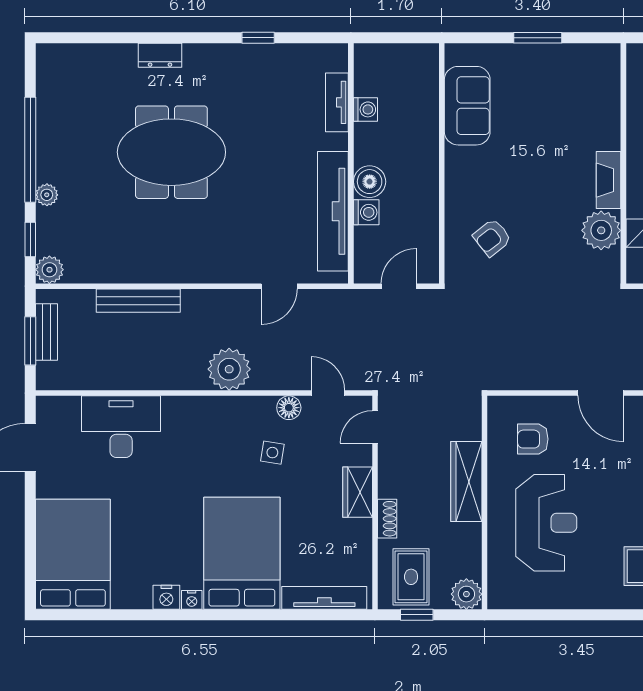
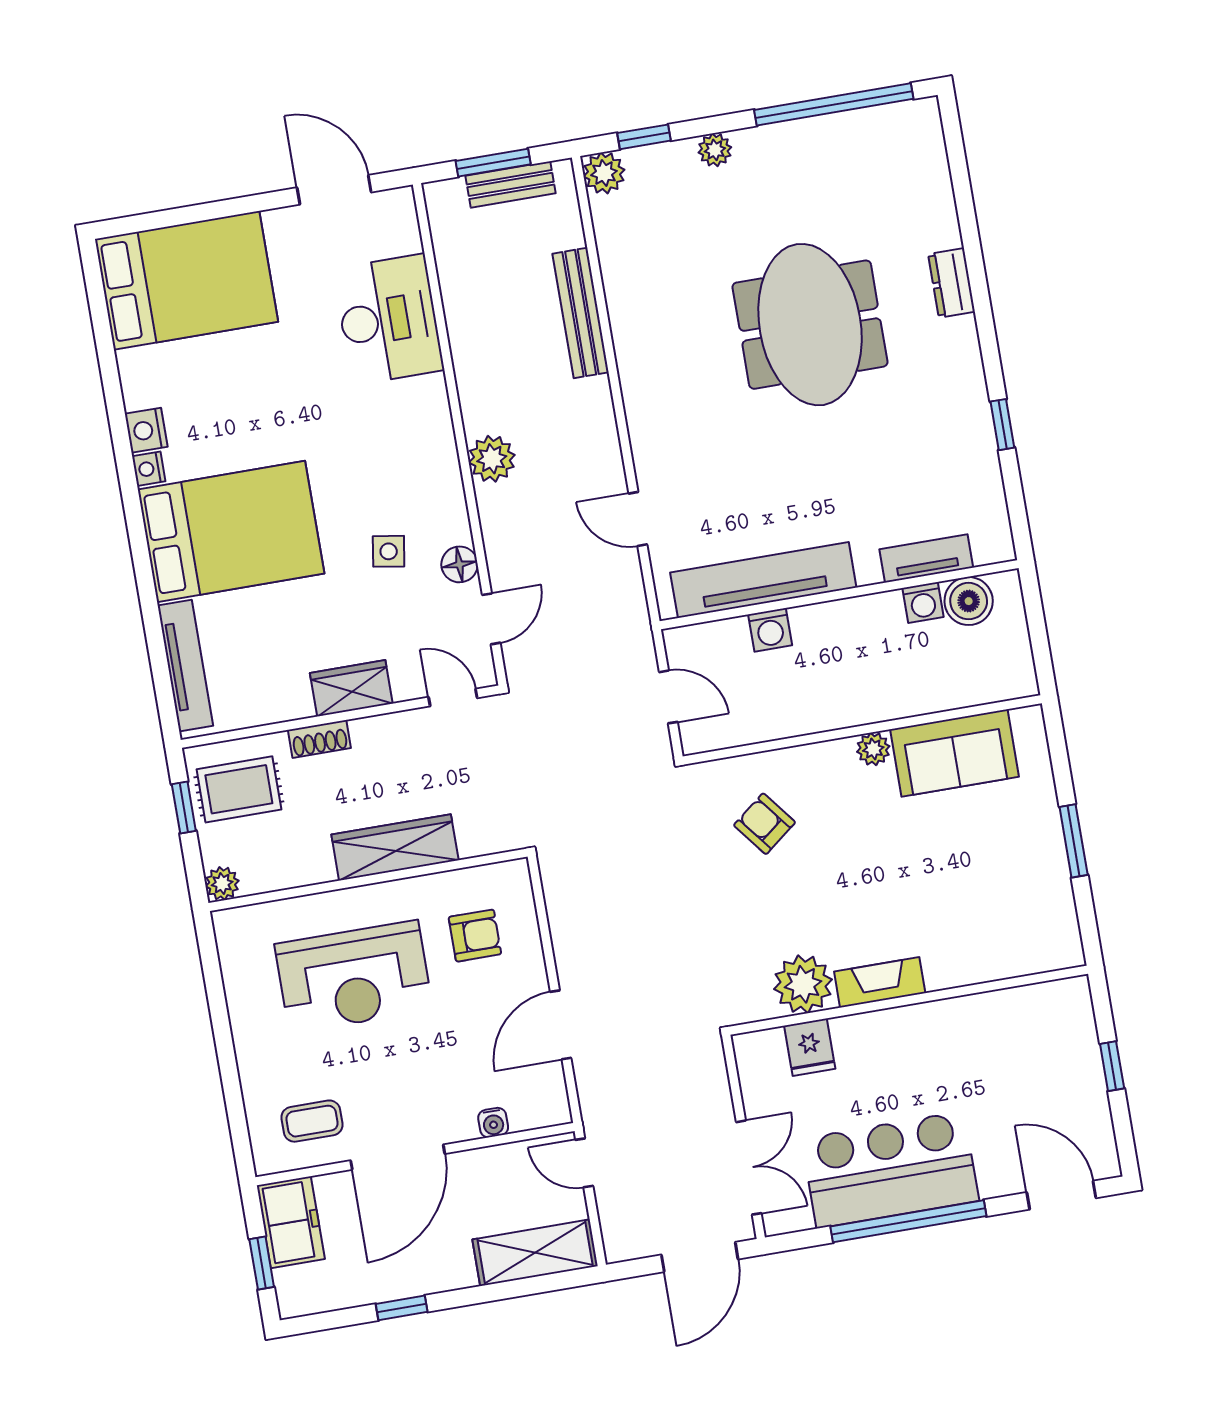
window: (30, 150) -> (834, 104), moved
plant: (455, 158) -> (873, 749), added
boiler: (370, 182) -> (969, 601), moved
plant: (229, 369) -> (492, 459), width x0.73, depth x0.73
armchair: (533, 439) -> (475, 936), turned 90
plant: (466, 594) -> (222, 883), width x0.73, depth x0.73

